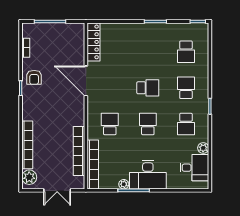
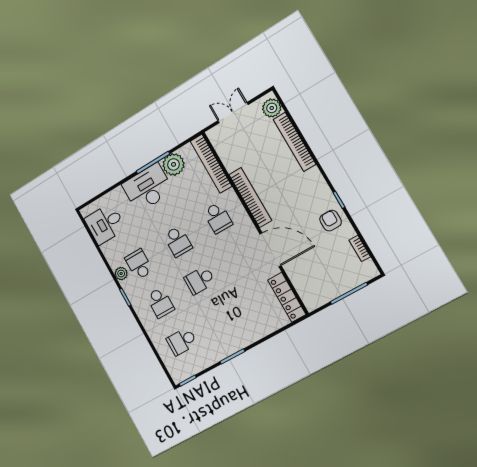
school desk: (186, 52) -> (182, 341), turned -90
plant: (203, 148) -> (121, 274), moved
bookcase: (79, 151) -> (250, 197), moved
plant: (124, 184) -> (174, 164), width x1.87, depth x1.87

